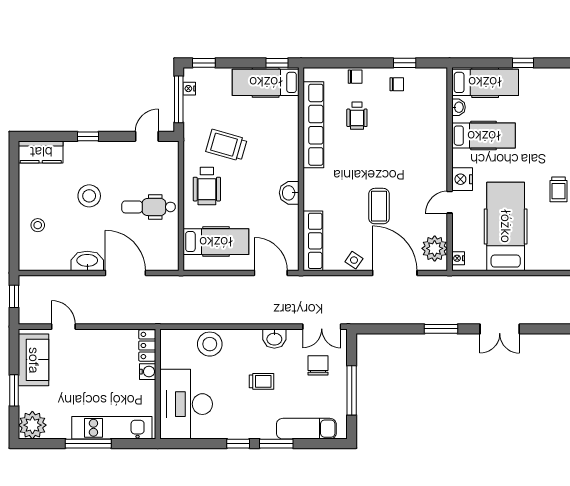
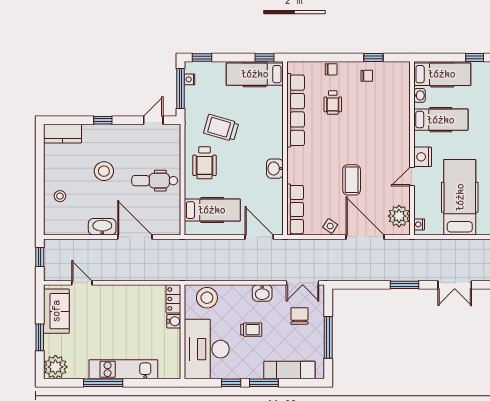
locker: (147, 345) -> (173, 299), moved
water cooler: (148, 372) -> (174, 321), moved
wall: (158, 384) -> (182, 332), moved
desk: (186, 404) -> (207, 349), moved

